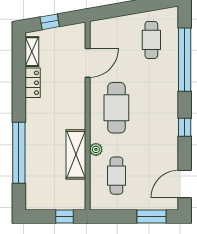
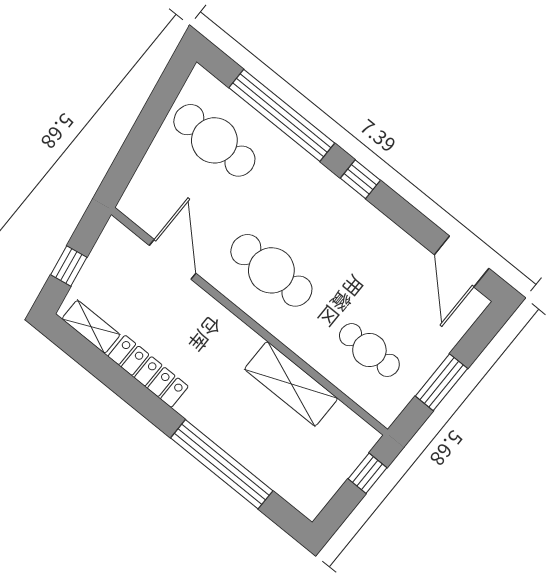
cafe table: (151, 40) -> (214, 140), width x1.37, depth x1.35
locker: (33, 83) -> (148, 371), width x1.53
window: (185, 127) -> (360, 179), moved
plant: (96, 149) -> (307, 349), removed
window: (151, 217) -> (441, 382), moved

